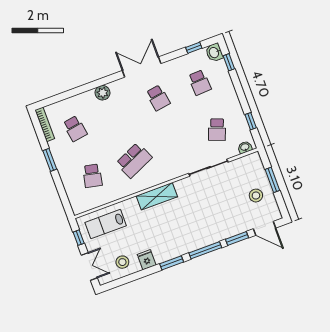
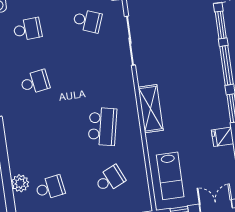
plant: (103, 93) -> (20, 183), moved
school desk: (134, 160) -> (102, 126), turned 36
school desk: (92, 176) -> (110, 179), turned -36
stool: (122, 262) -> (219, 166), removed

